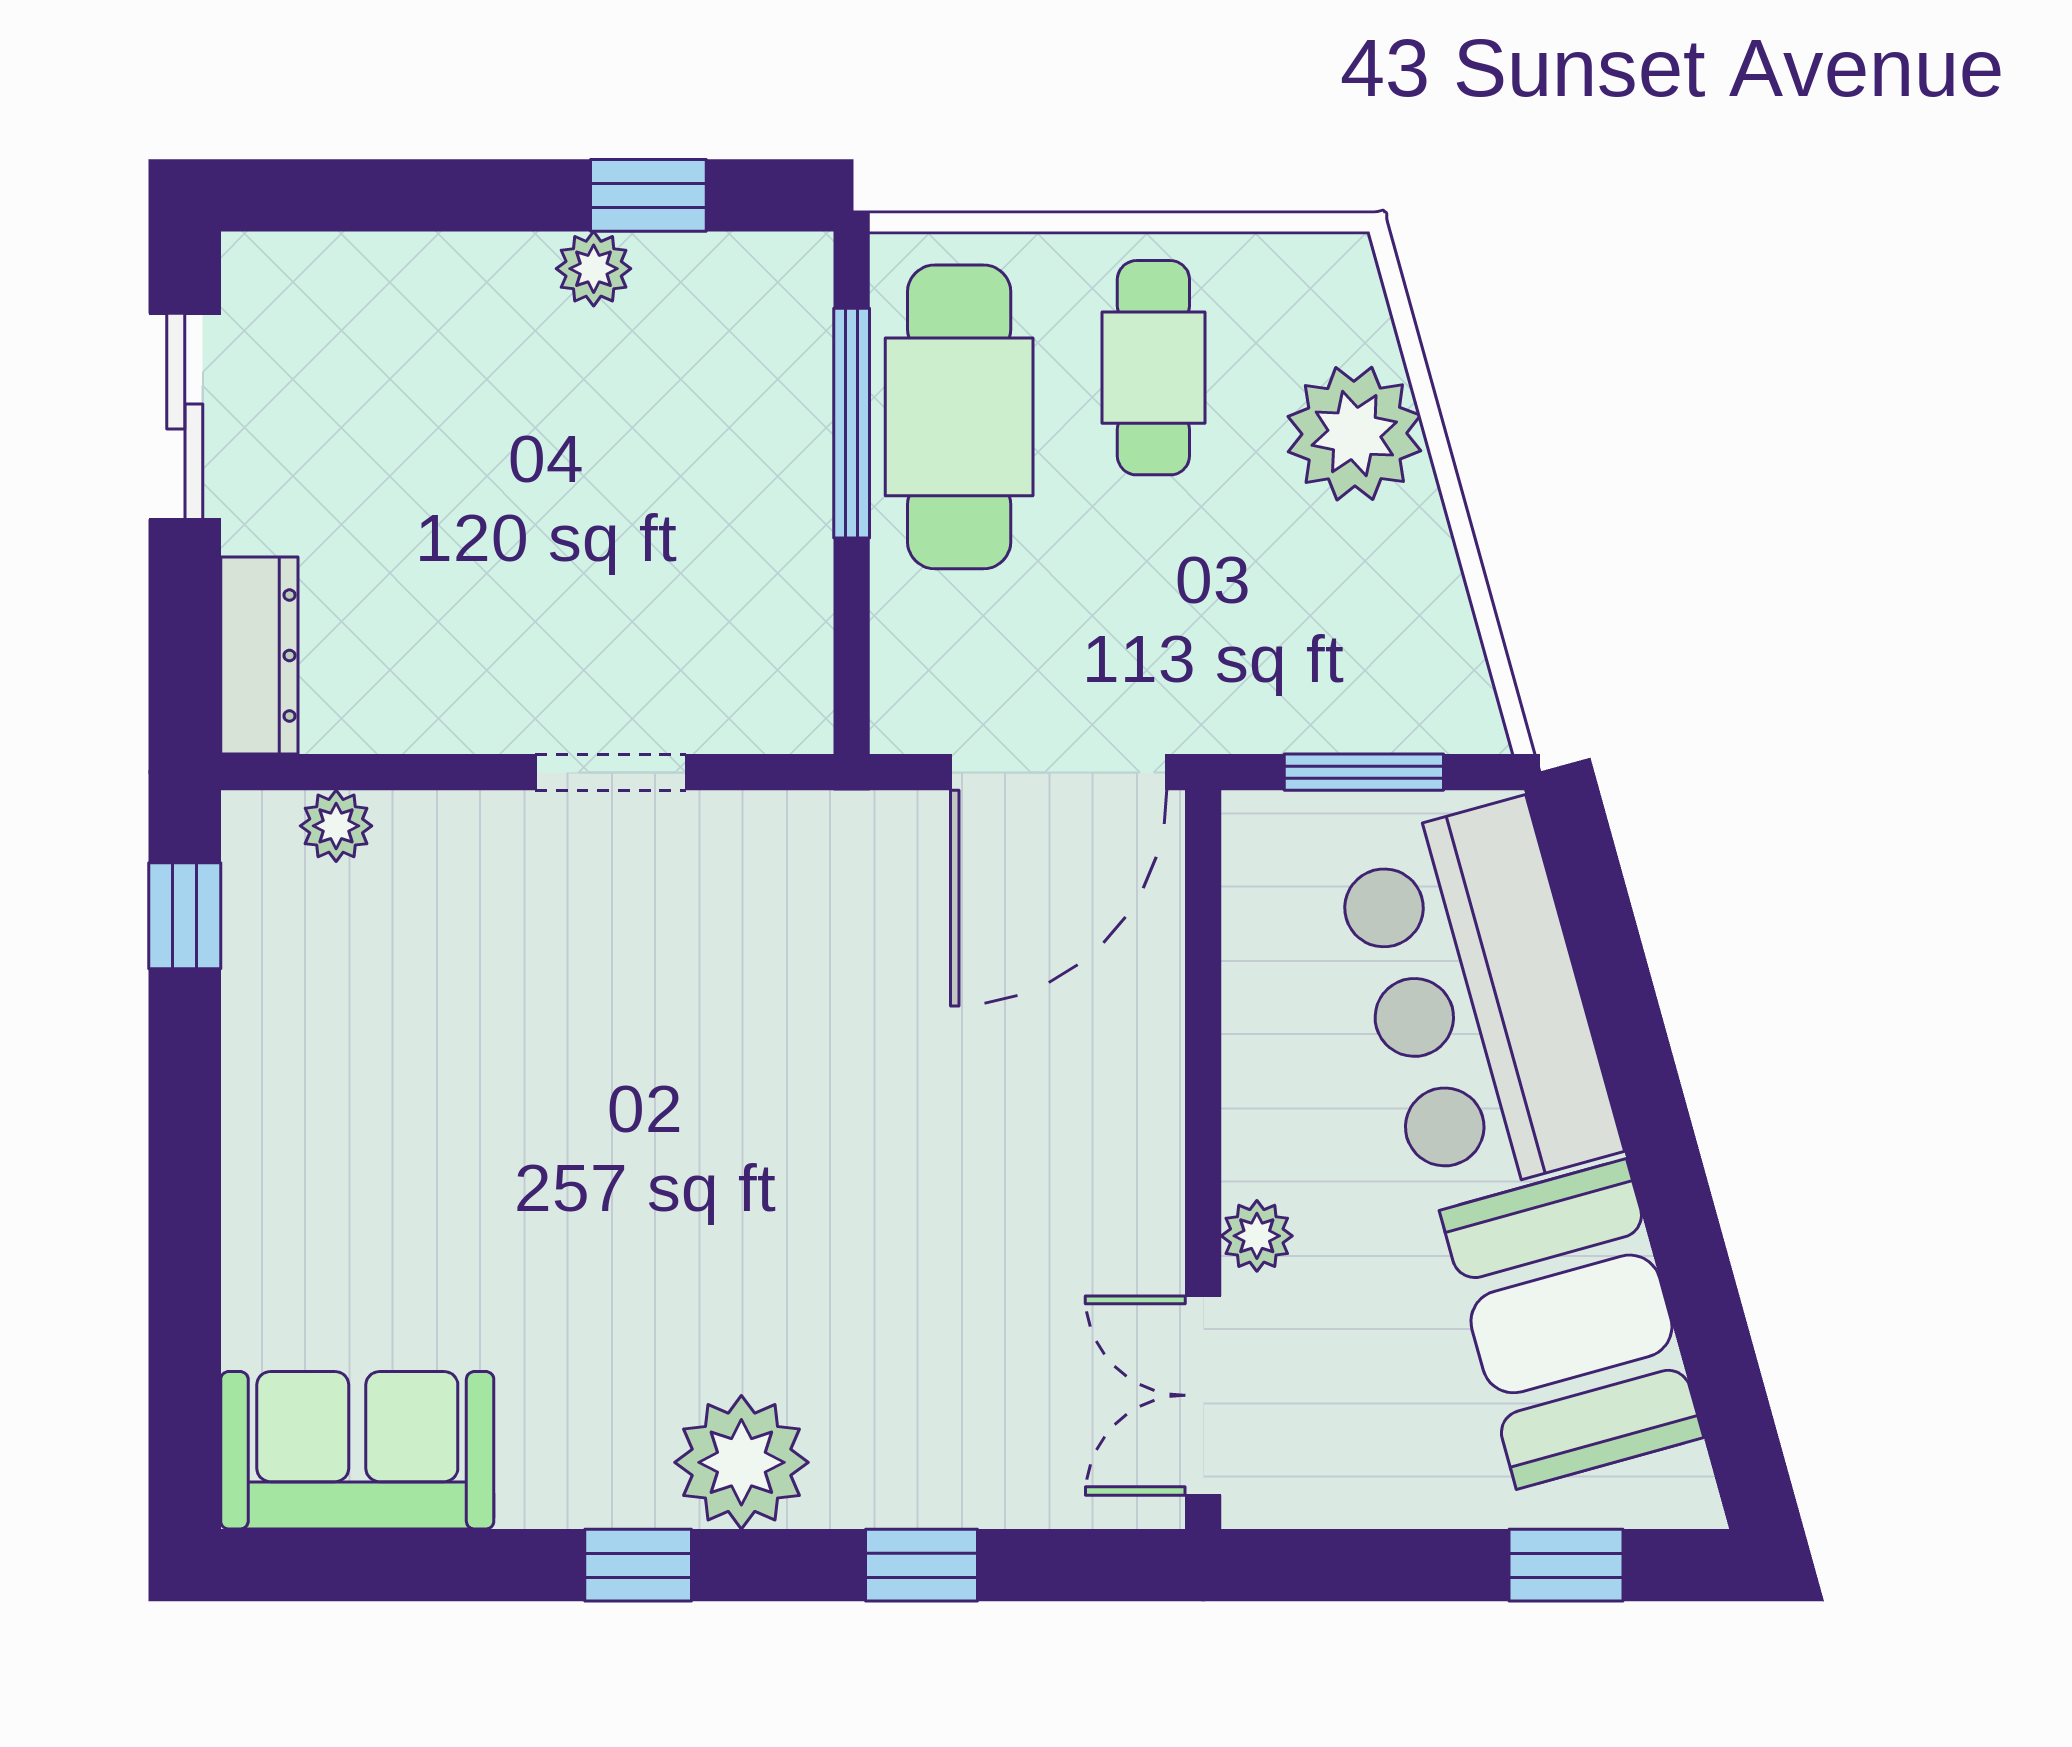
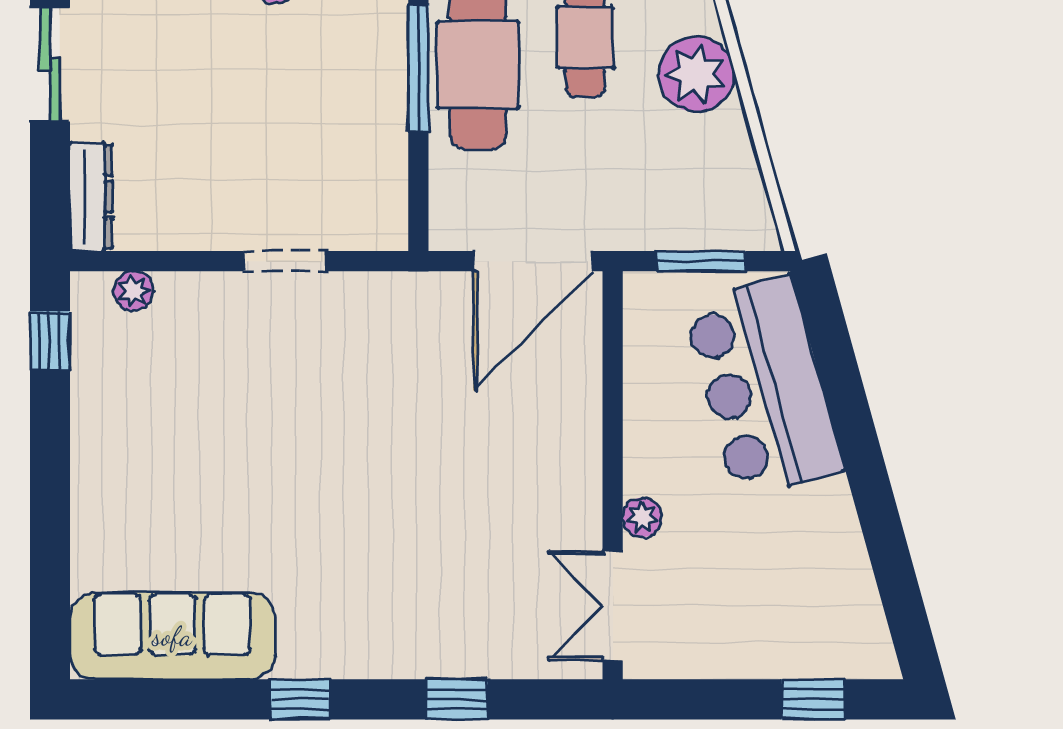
booth: (1571, 1324) -> (816, 566), removed
sofa: (357, 1450) -> (172, 636), width x1.36
plant: (741, 1462) -> (358, 642), removed

